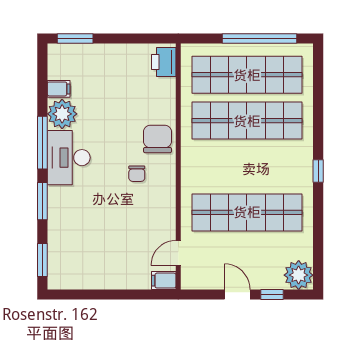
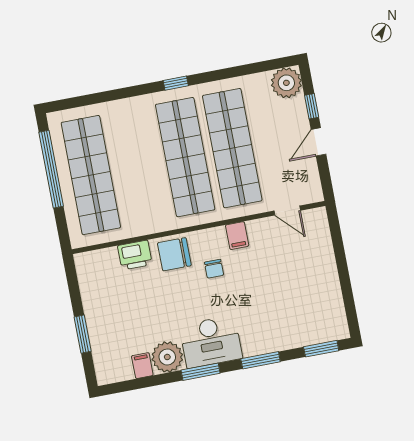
window: (75, 38) -> (83, 334), moved
printer: (164, 62) -> (135, 255), moved
shop shelf: (247, 121) -> (185, 157), moved
window: (42, 143) -> (201, 372), width x0.69
chair: (137, 174) -> (214, 269), turned 90
filing cabinet: (164, 281) -> (237, 236), moved

